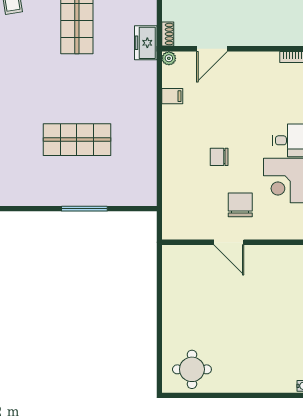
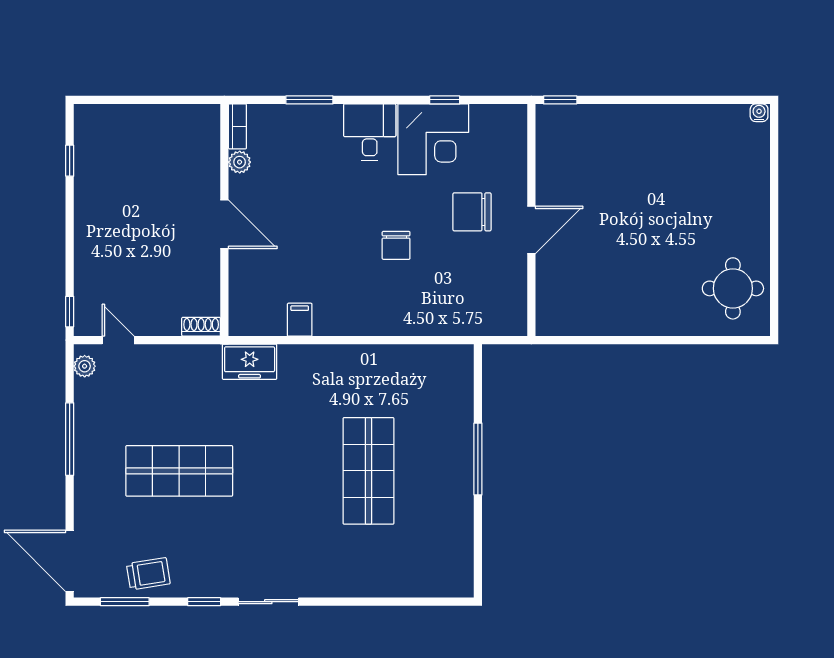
freezer: (146, 43) -> (250, 362), moved
door: (212, 49) -> (224, 224), moved
plant: (169, 58) -> (240, 162), moved

